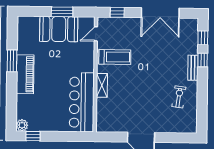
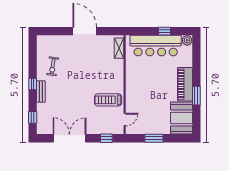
booth: (59, 29) -> (181, 118), moved, turned 90
window: (203, 60) -> (33, 84), moved
shelving: (102, 85) -> (119, 48), moved
bar counter: (82, 102) -> (156, 46), moved, turned 90
window: (33, 136) -> (165, 31), moved

